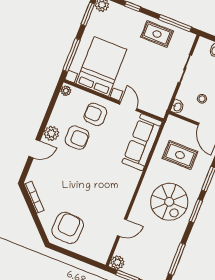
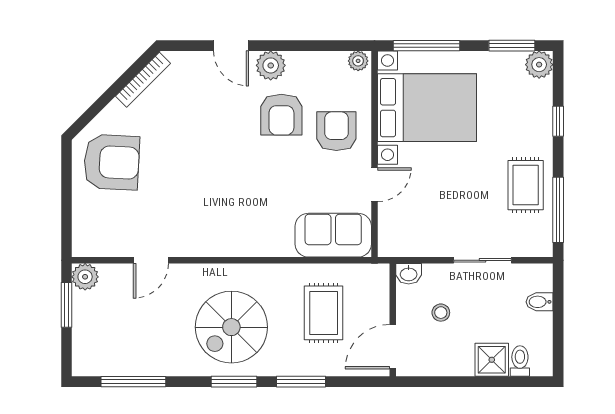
sofa: (142, 142) -> (333, 235), width x0.73
door: (122, 228) -> (151, 260), hinge flipped

